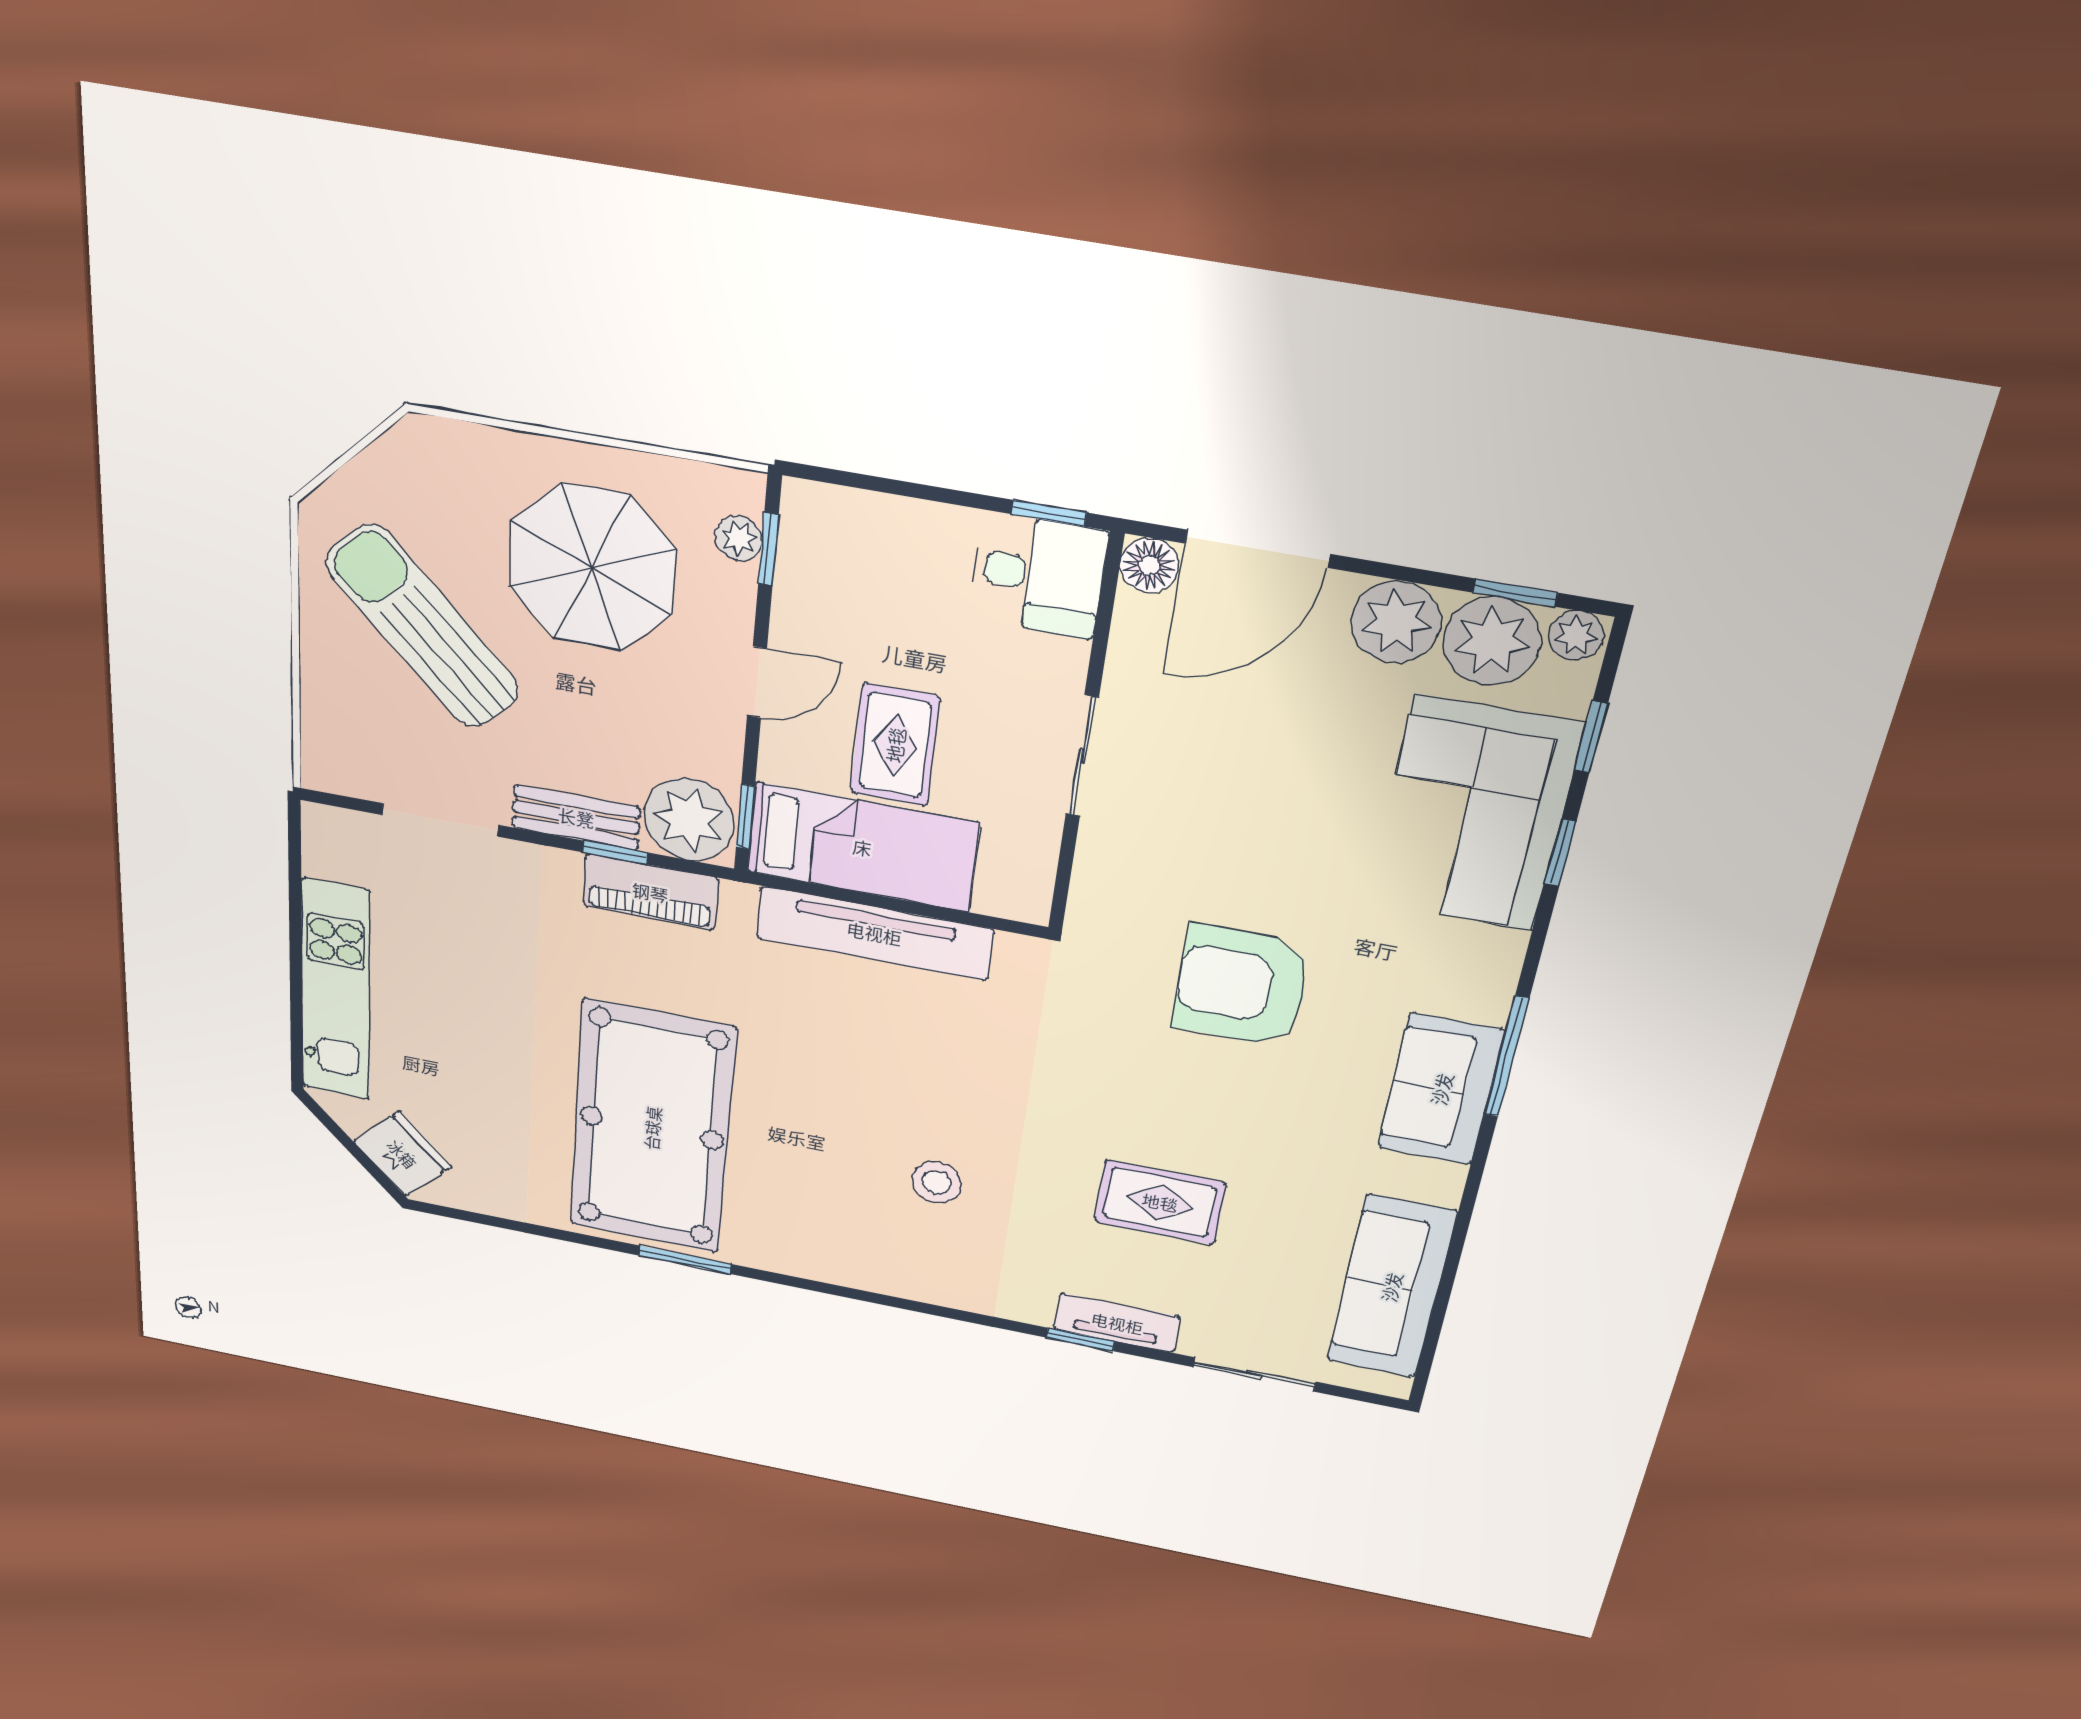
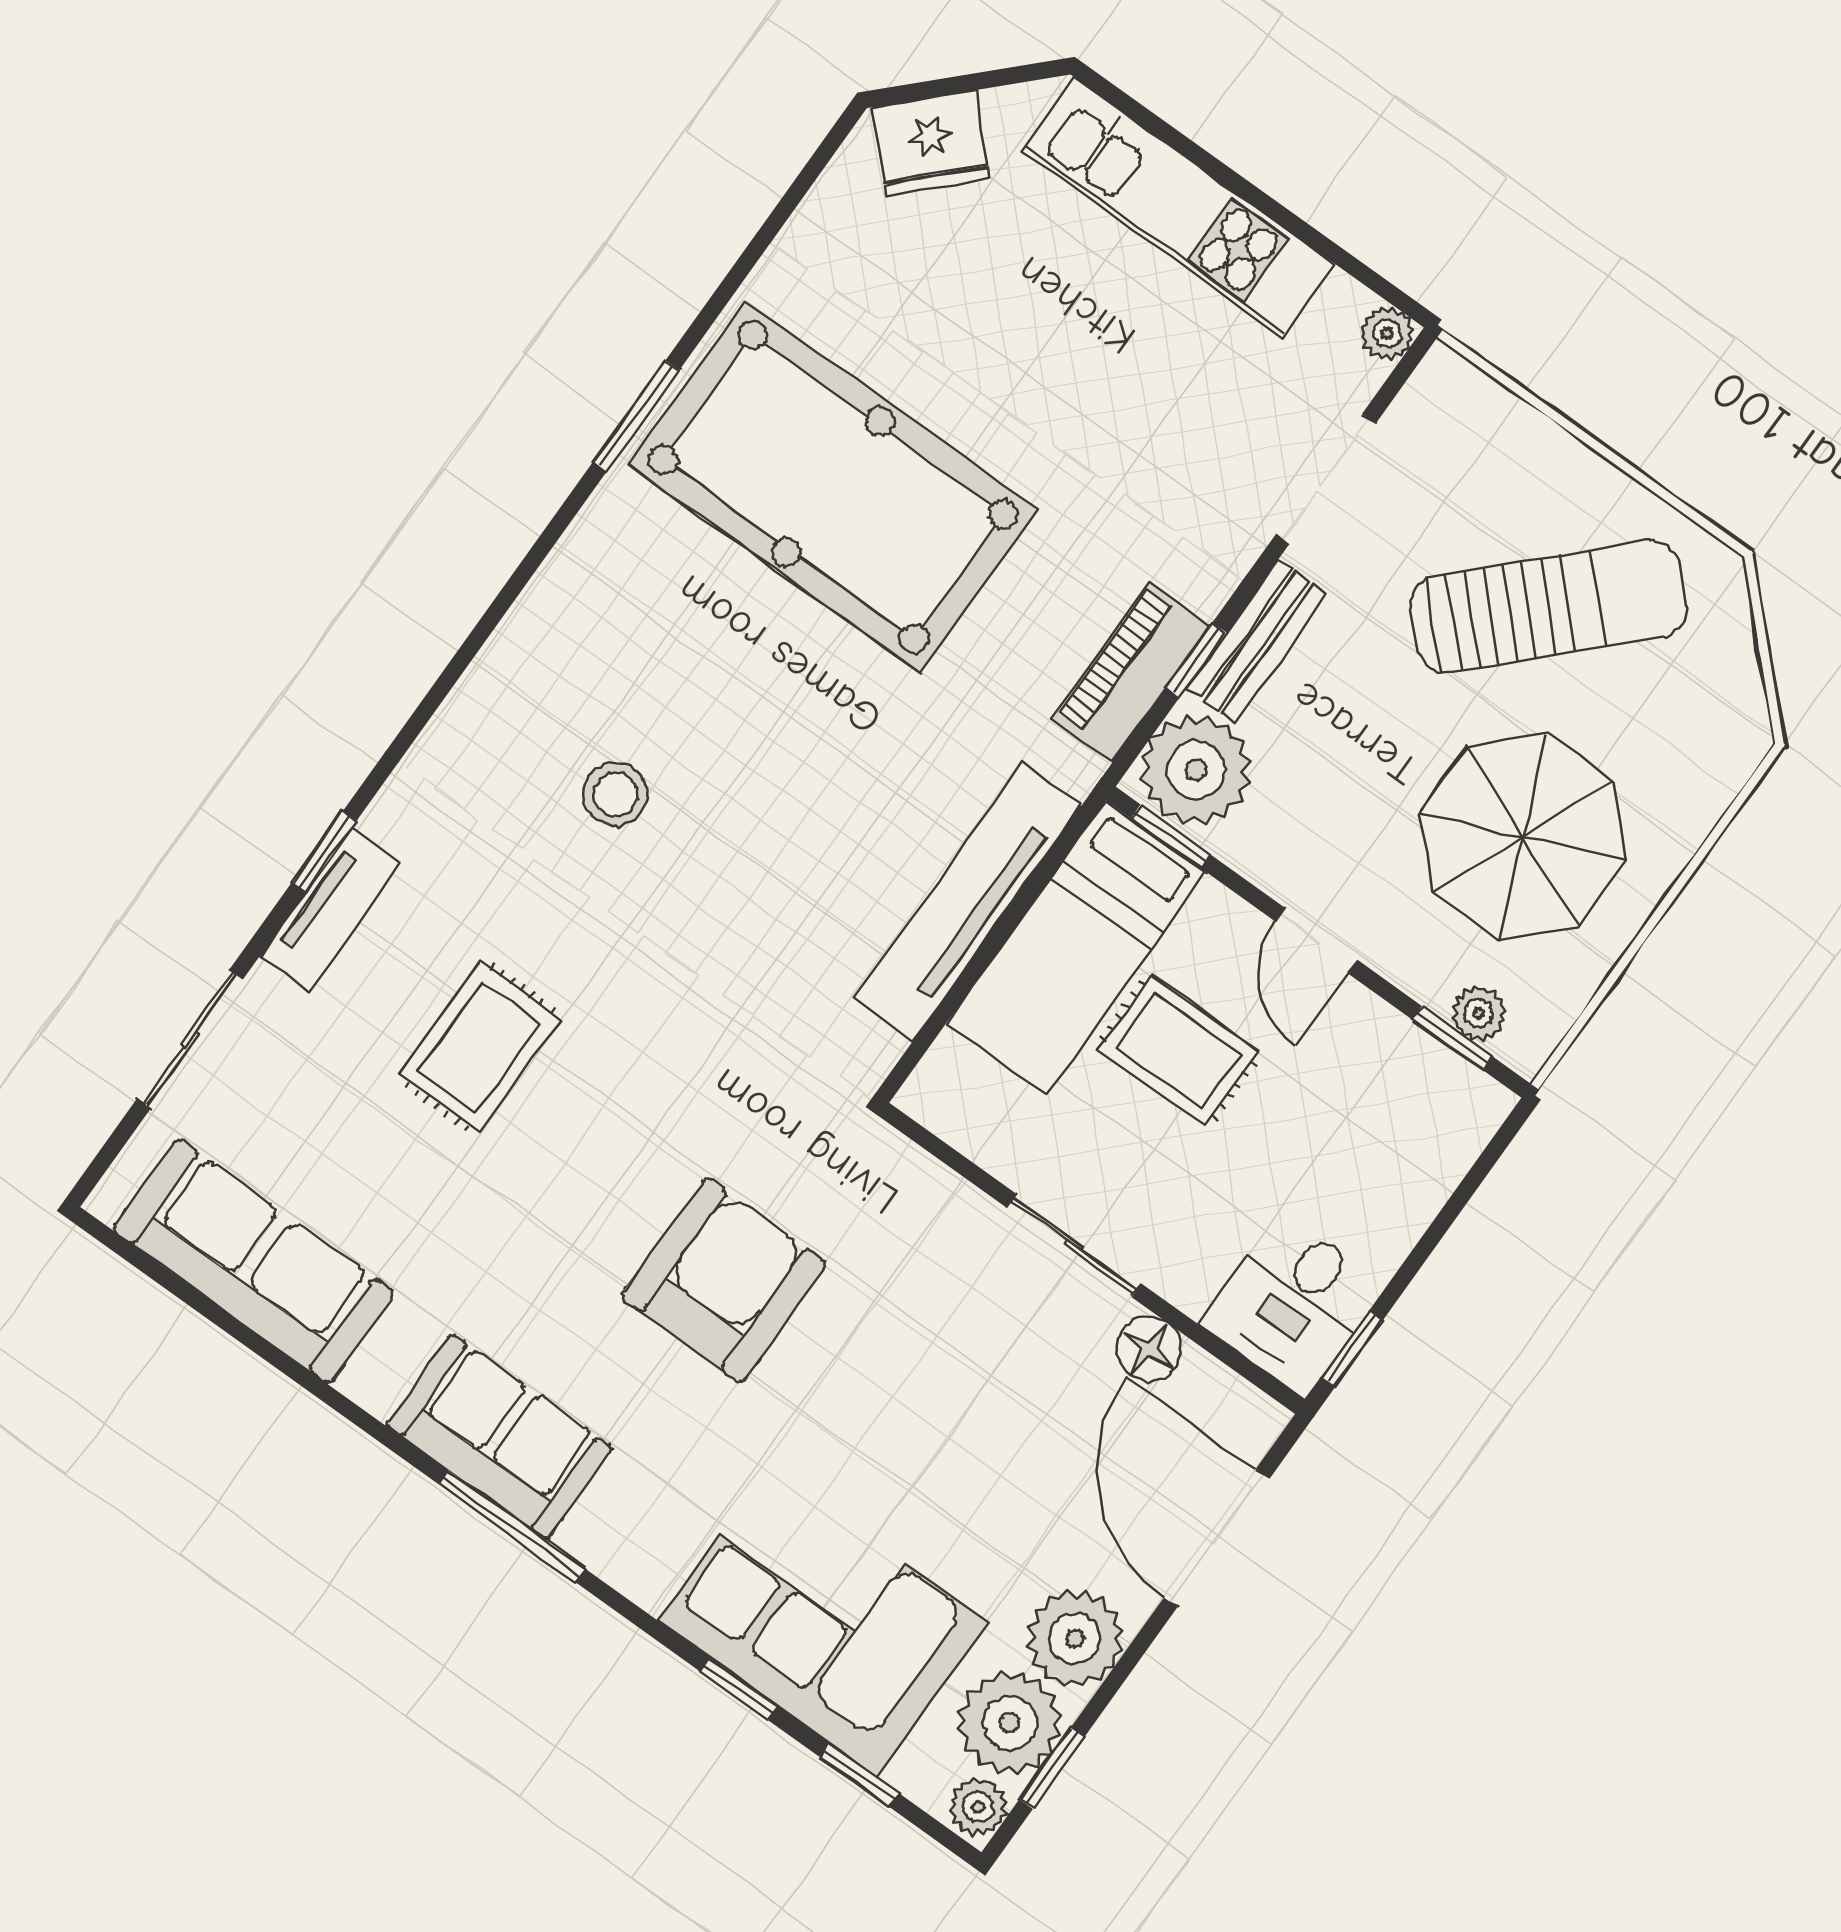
floor lamp: (1149, 565) -> (1149, 1349), moved
plant: (321, 822) -> (1387, 333), added

